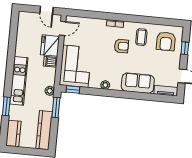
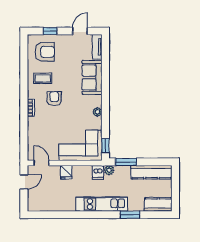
fridge: (50, 46) -> (66, 172), width x0.53, depth x0.75
dishwasher: (51, 62) -> (98, 172), moved

